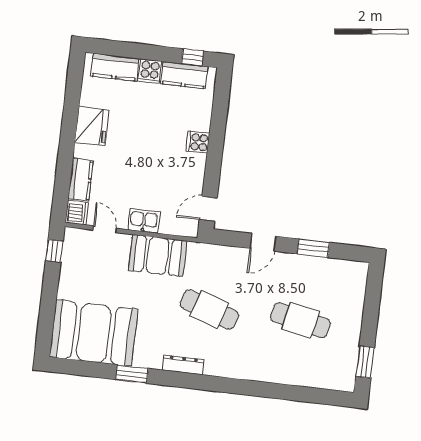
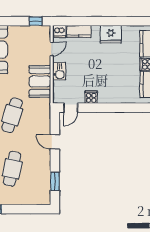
cooker: (198, 142) -> (91, 97), moved
door: (208, 209) -> (71, 108), swing flipped
window: (313, 248) -> (55, 181), moved

